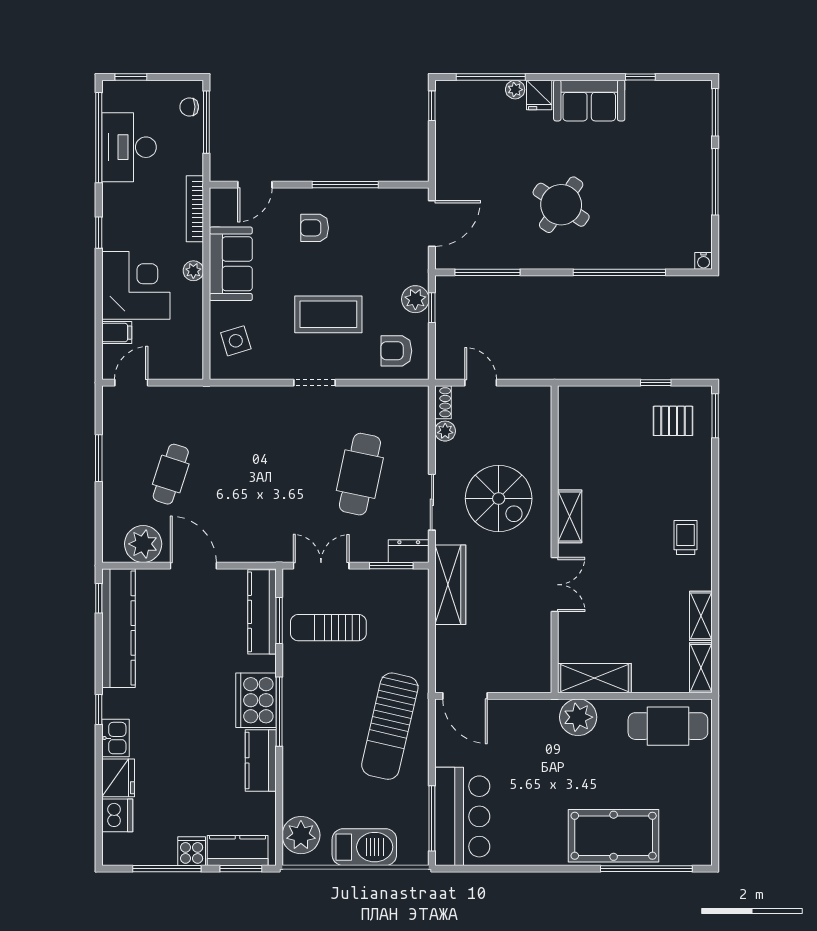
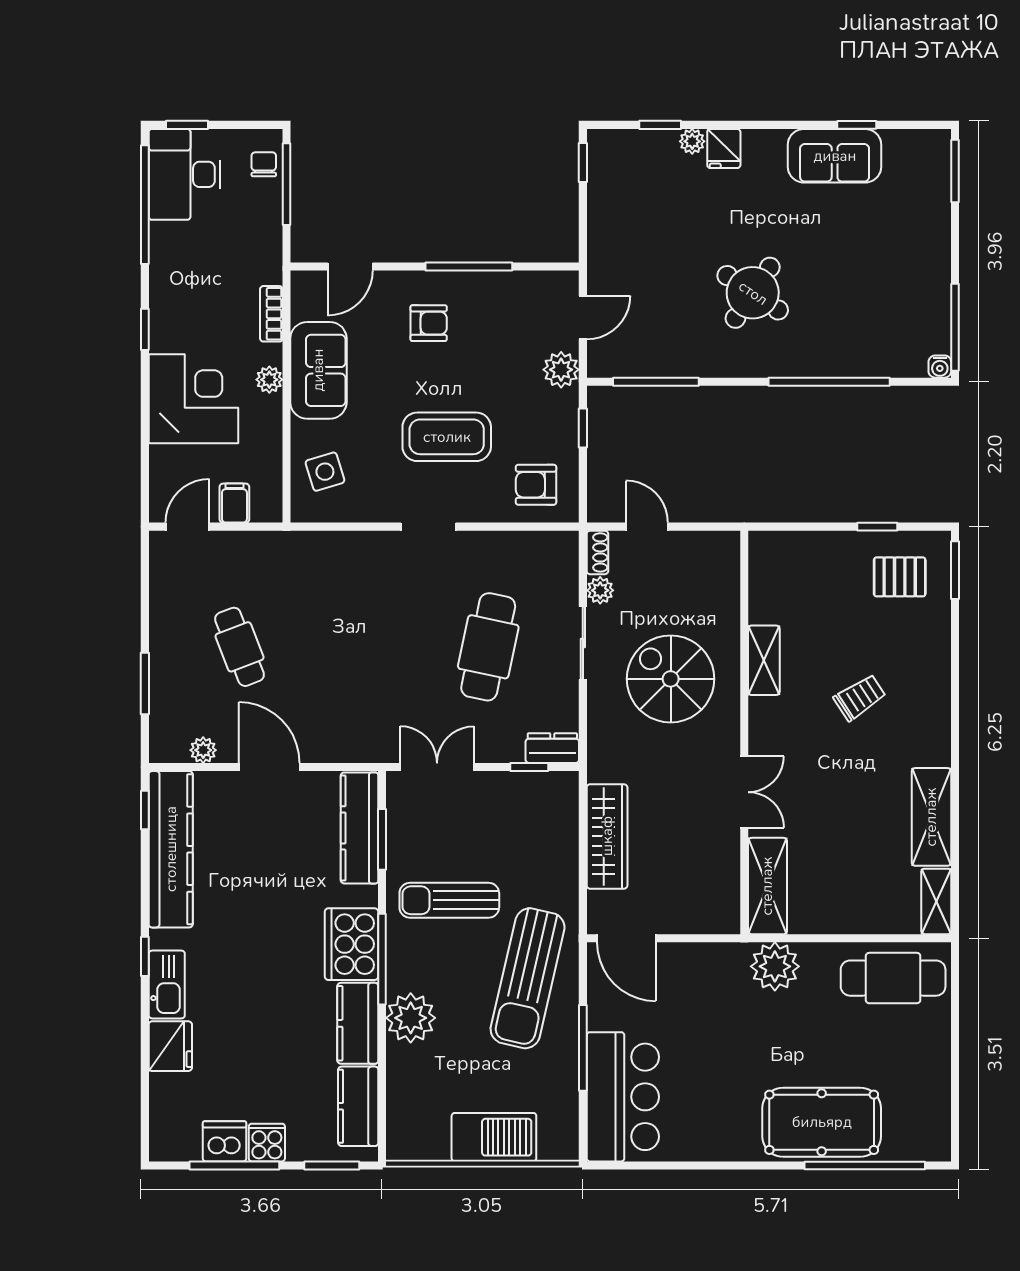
window: (491, 77) -> (660, 125), width x0.46
sofa: (589, 101) -> (835, 156), moved
chair: (189, 107) -> (264, 164), turned 90
desk: (129, 147) -> (185, 174), moved
window: (715, 182) -> (955, 327), moved
bookcase: (195, 209) -> (271, 314), width x0.64
door: (432, 223) -> (583, 317), width x0.73
armchair: (315, 228) -> (429, 323), turned 180
plant: (415, 299) -> (561, 370), moved
filing cabinet: (117, 333) -> (234, 503), moved, turned -90
window: (99, 458) -> (145, 684), moved
cafe table: (171, 474) -> (239, 647), turned -39
spiral stairs: (499, 498) -> (671, 679), turned 180
sliding door: (432, 502) -> (583, 643), moved
shelving: (570, 516) -> (764, 660), moved
trolley: (686, 537) -> (860, 697), moved, turned 57
plant: (143, 544) -> (203, 750), width x0.53, depth x0.53
window: (391, 566) -> (529, 767), width x0.67
wardrobe: (450, 585) -> (607, 836), moved
shelving: (701, 616) -> (931, 817), width x1.50, depth x1.33
sun lounger: (328, 628) -> (449, 900), moved
shelving: (594, 678) -> (767, 886), moved, turned 90
kitchen sink: (115, 738) -> (167, 985), width x1.38
dishwasher: (117, 815) -> (225, 1141), moved, turned -90
window: (432, 818) -> (583, 1048), moved
plant: (301, 835) -> (411, 1018), moved
kitchen counter: (238, 851) -> (358, 1106), moved, turned -90

